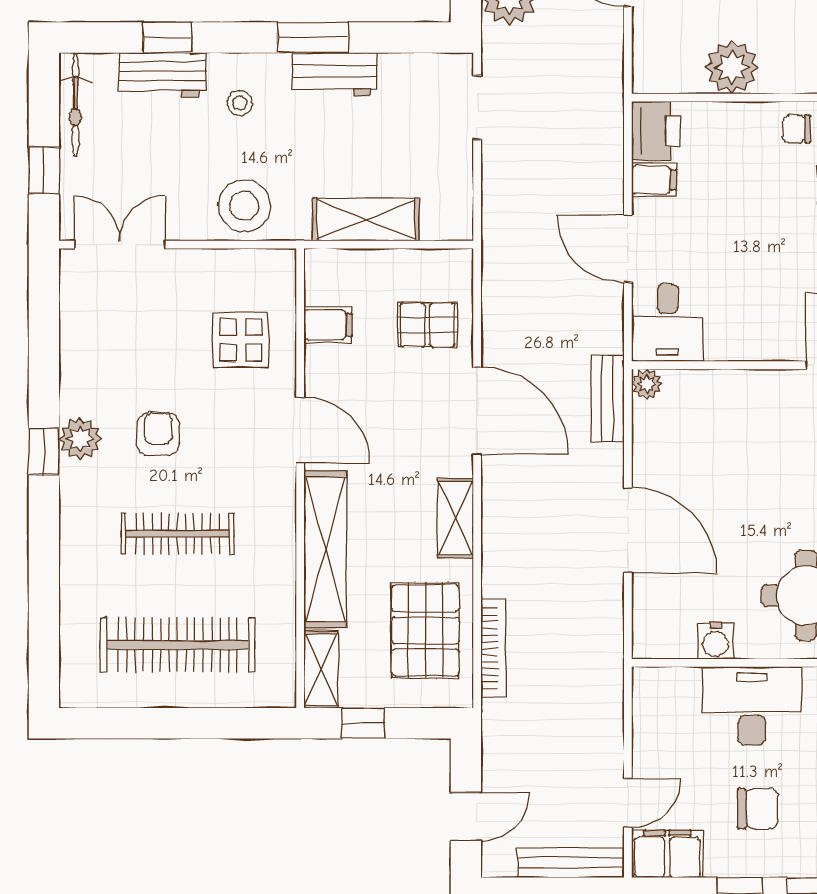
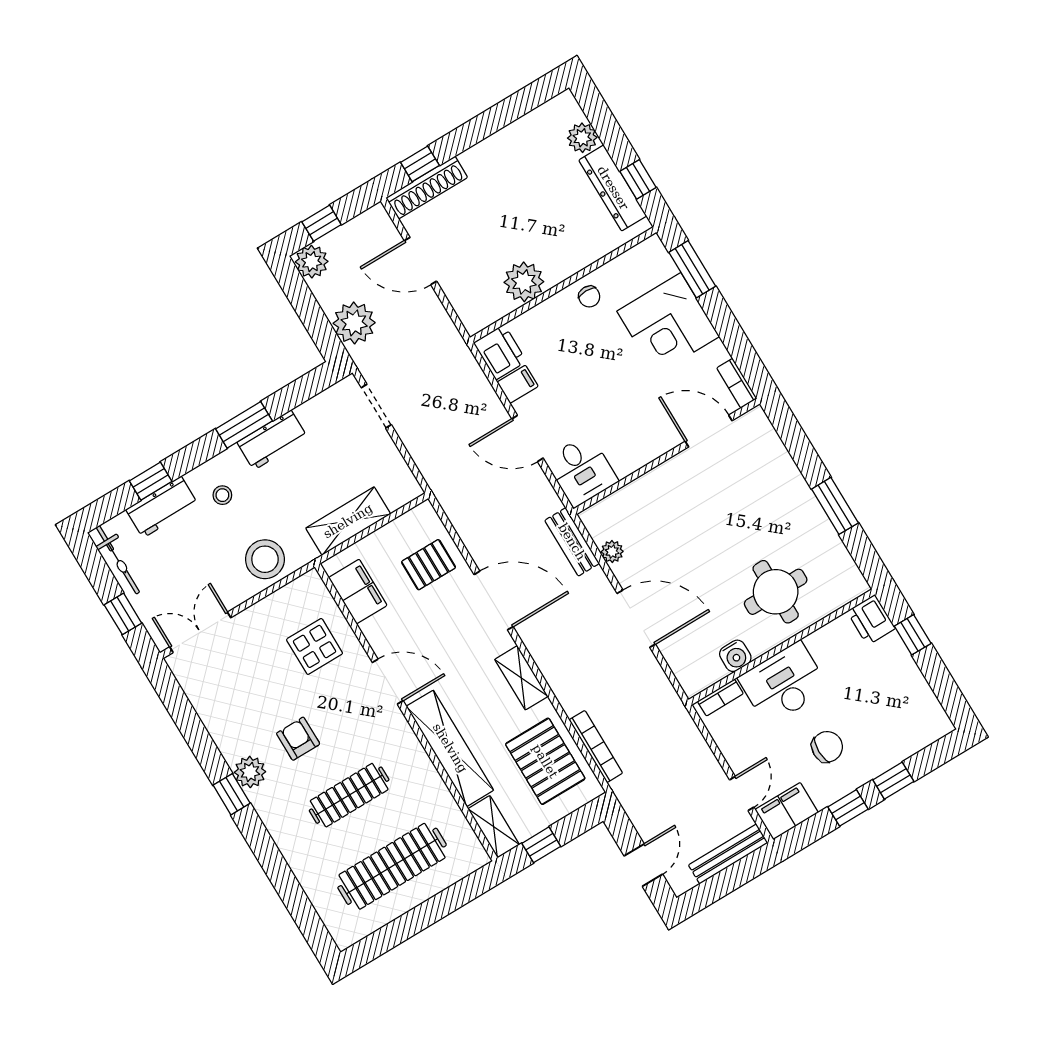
chair: (797, 129) -> (589, 297), turned -90
filing cabinet: (328, 325) -> (358, 591), width x2.00
plant: (647, 384) -> (612, 552), moved
bookcase: (670, 678) -> (720, 698), added

